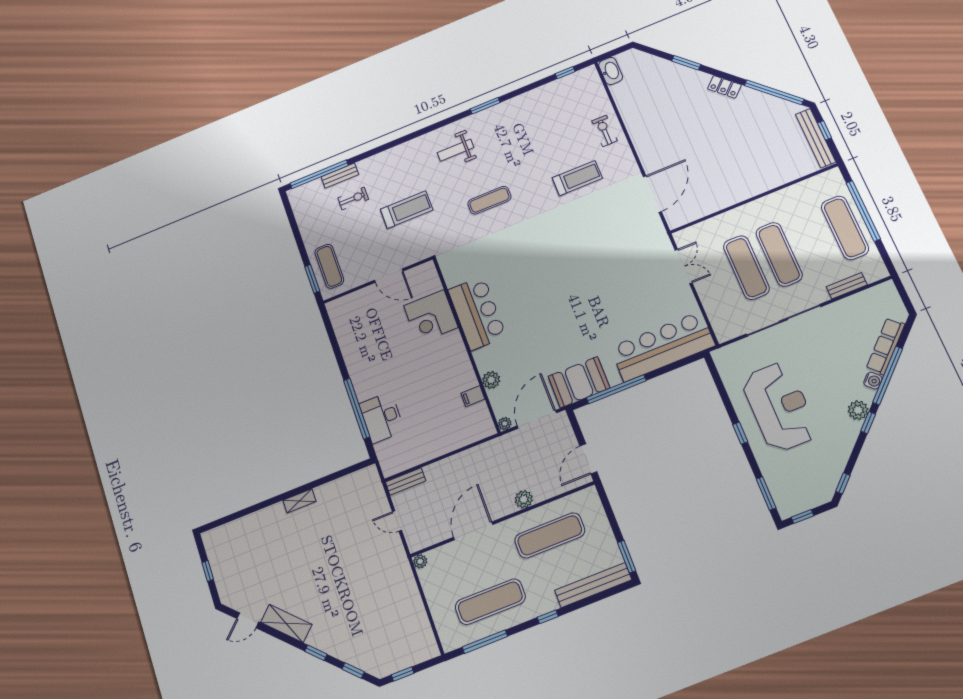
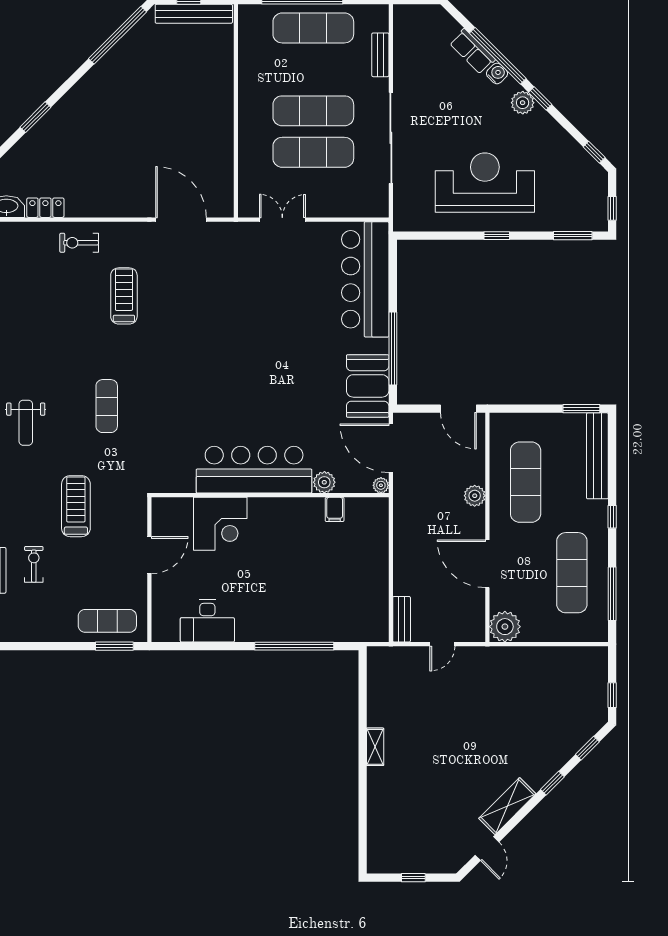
locker: (724, 87) -> (45, 208), moved, turned -135
bar counter: (477, 313) -> (254, 470), width x1.36
row of seats: (886, 346) -> (472, 51), width x0.68
desk: (382, 417) -> (207, 621), moved
plant: (420, 561) -> (505, 627), width x1.87, depth x1.87

